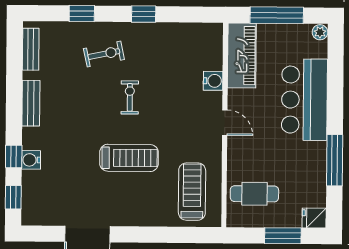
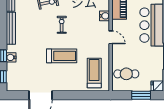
bench: (31, 103) -> (11, 28), width x1.36

